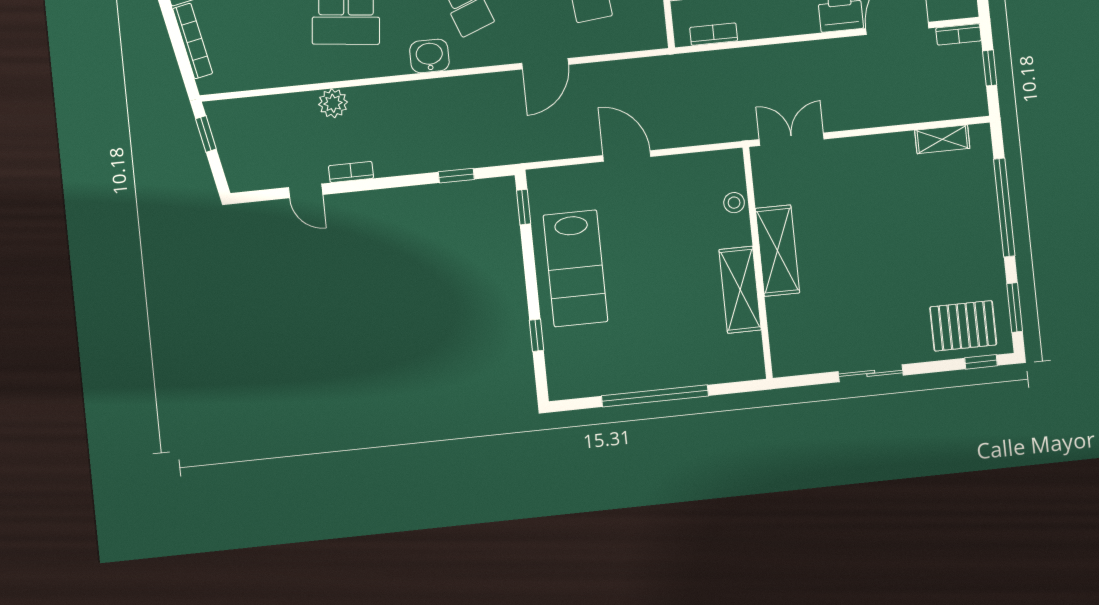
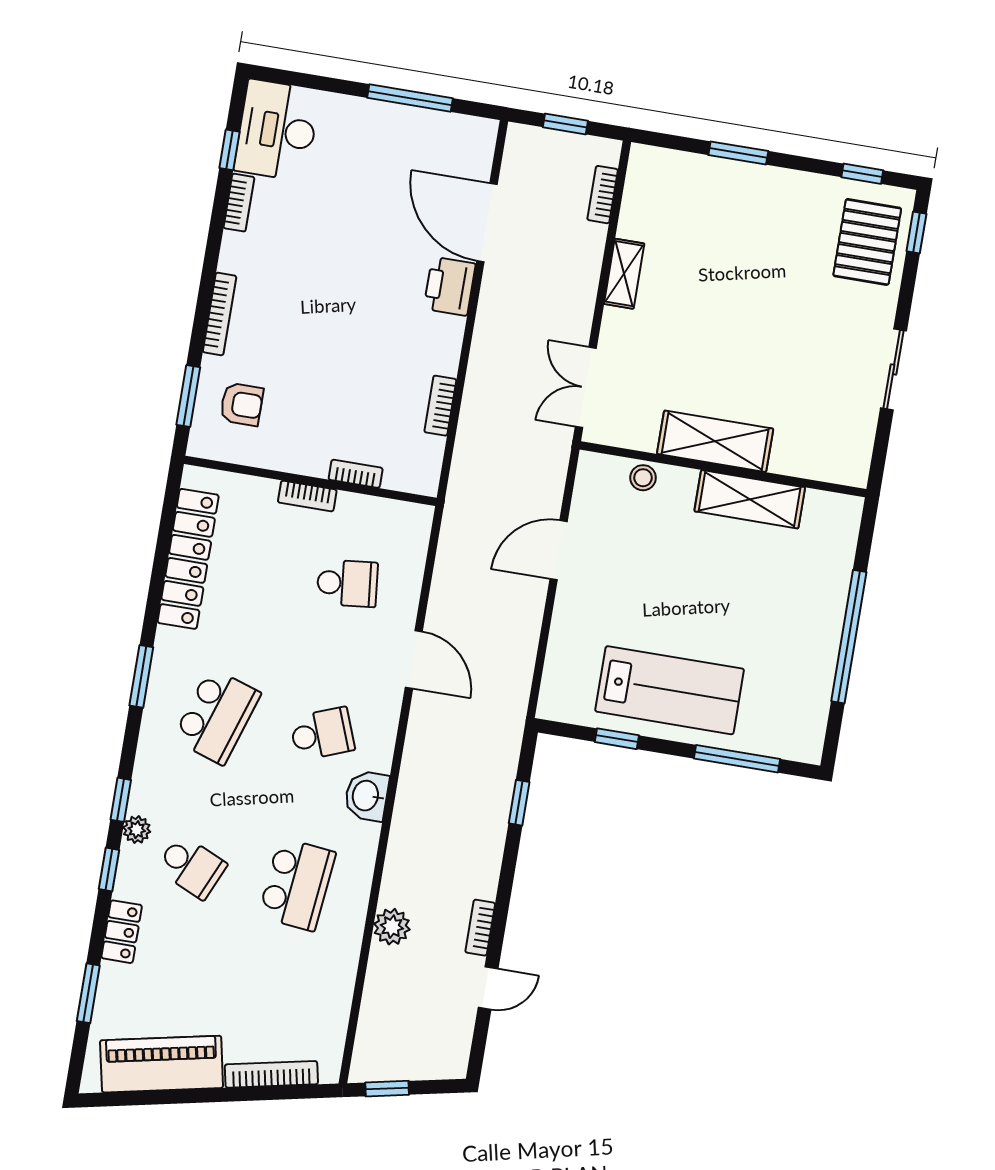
bookcase: (714, 34) -> (440, 406), moved
bookcase: (959, 34) -> (603, 195), moved, turned 180
shelving: (942, 139) -> (624, 274), moved
door: (627, 156) -> (559, 550), moved
window: (524, 207) -> (617, 739), moved
window: (1004, 207) -> (738, 153), width x0.47
window: (1015, 307) -> (862, 174), width x0.67
window: (537, 335) -> (737, 759), width x2.17

